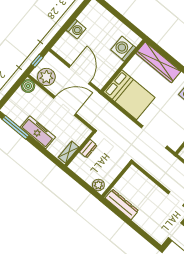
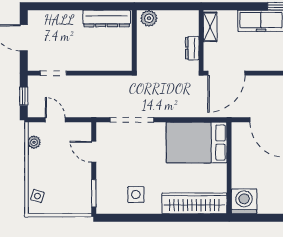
washing machine: (123, 49) -> (244, 201), moved, turned -90
door: (65, 106) -> (226, 73), moved

